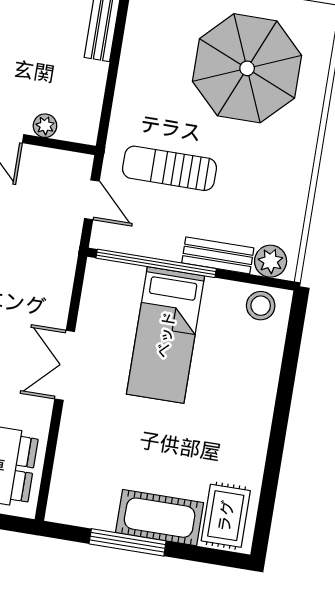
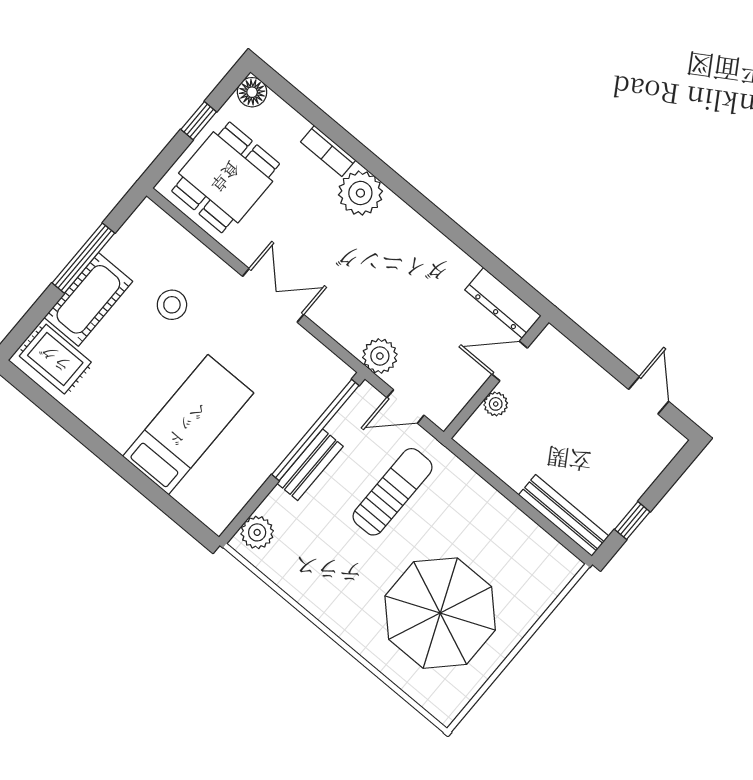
plant: (62, 246) -> (380, 356), added
bench: (218, 255) -> (310, 465), moved
stool: (261, 306) -> (172, 305), moved
bed: (166, 335) -> (188, 425), moved, turned 90

